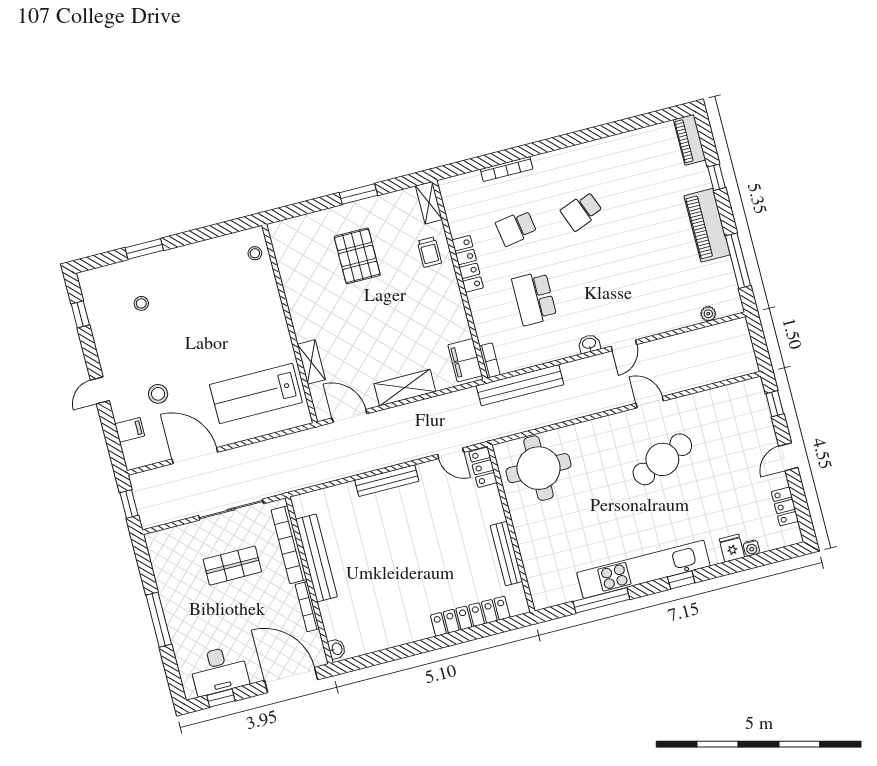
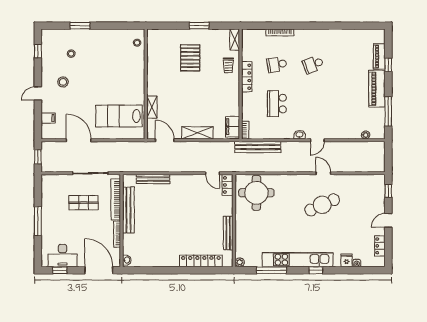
piano: (690, 140) -> (379, 56), moved
stool: (158, 394) -> (63, 82), moved
bench: (387, 481) -> (153, 179), moved
plant: (541, 601) -> (240, 262), added

